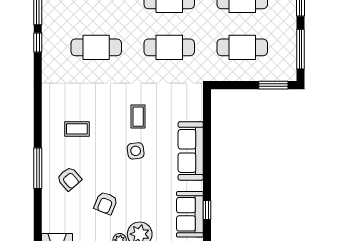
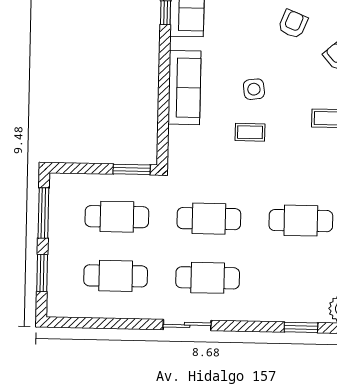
window: (273, 85) -> (132, 169), moved
coffee table: (138, 117) -> (250, 132), turned 90

